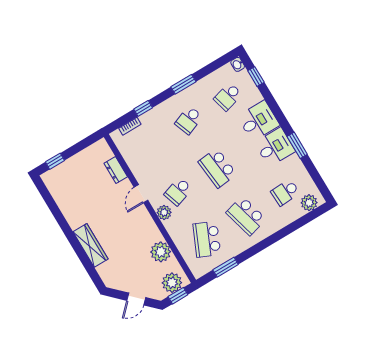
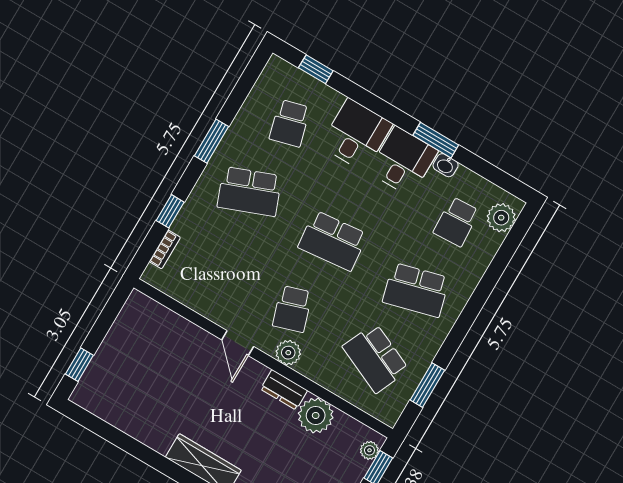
washbasin: (238, 64) -> (446, 165), moved
school desk: (189, 120) -> (249, 191), width x1.85
dresser: (116, 170) -> (284, 390), moved
plant: (172, 283) -> (369, 450), width x0.53, depth x0.53

